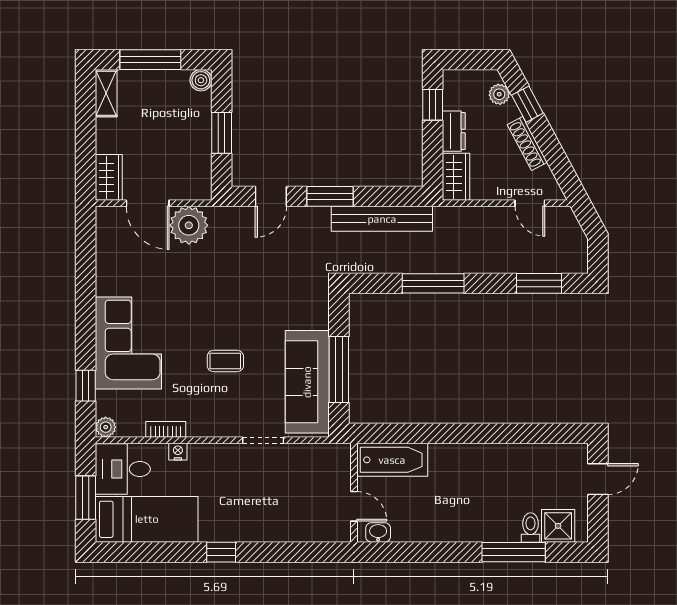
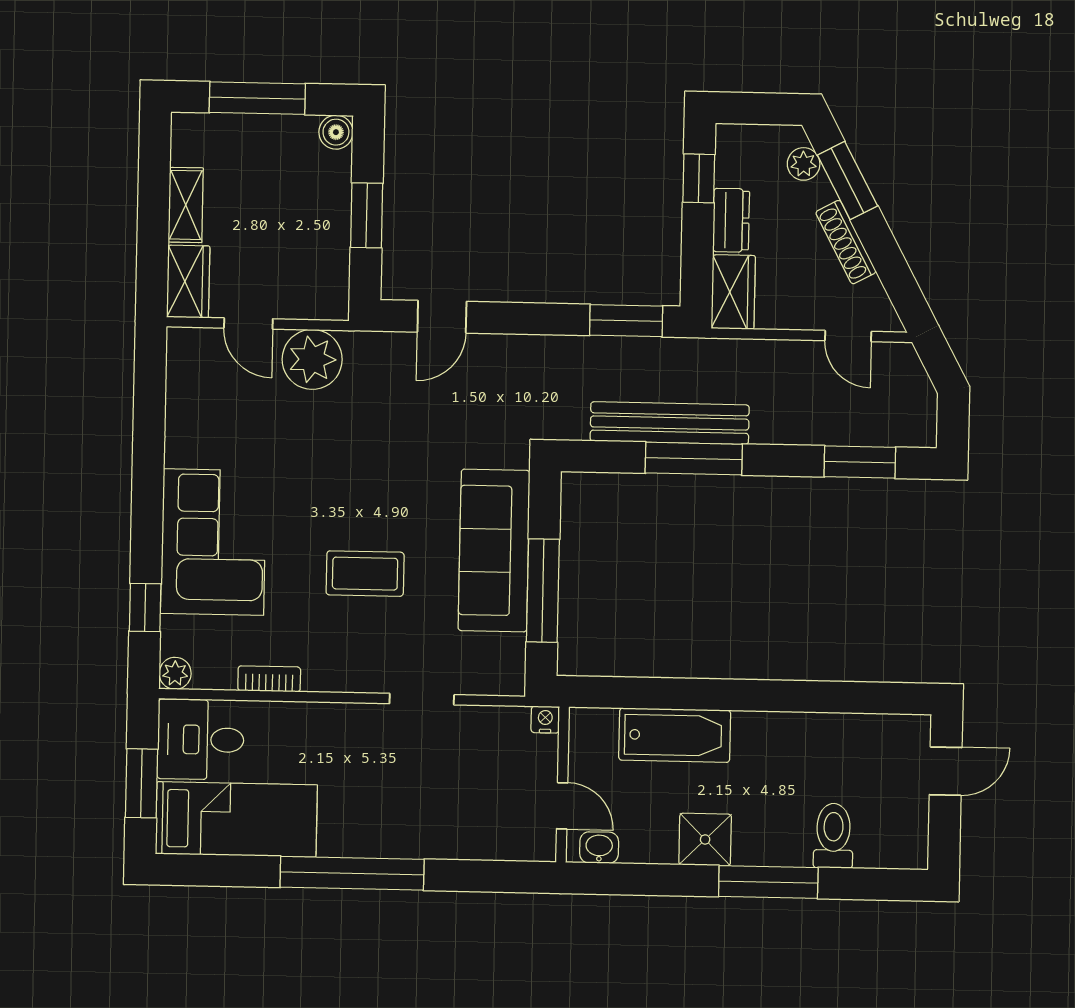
shelving: (106, 93) -> (186, 205), moved
window: (527, 104) -> (847, 181), width x1.50
window: (330, 196) -> (626, 321), moved
door: (148, 203) -> (248, 323), width x0.73
bench: (382, 219) -> (670, 423), moved
coffee table: (225, 361) -> (365, 574), width x1.36, depth x1.30
sofa: (307, 382) -> (494, 551), moved
nightstand: (178, 452) -> (545, 720), moved
bathtub: (392, 460) -> (675, 735), moved
shower: (558, 526) -> (705, 839), moved
toilet: (531, 528) -> (833, 836), width x1.37, depth x1.39
window: (221, 552) -> (352, 873), width x3.17
window: (514, 552) -> (768, 882), moved

